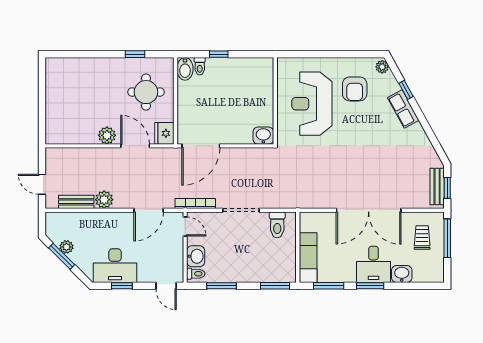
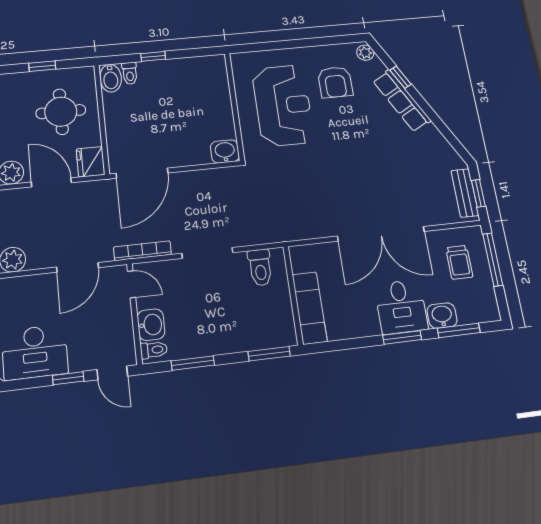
reception desk: (312, 104) -> (283, 105), turned 180
row of seats: (403, 109) -> (402, 101), width x1.48
trolley: (422, 237) -> (459, 262), turned 180
window: (122, 286) -> (68, 378), moved
window: (329, 286) -> (459, 330), moved

